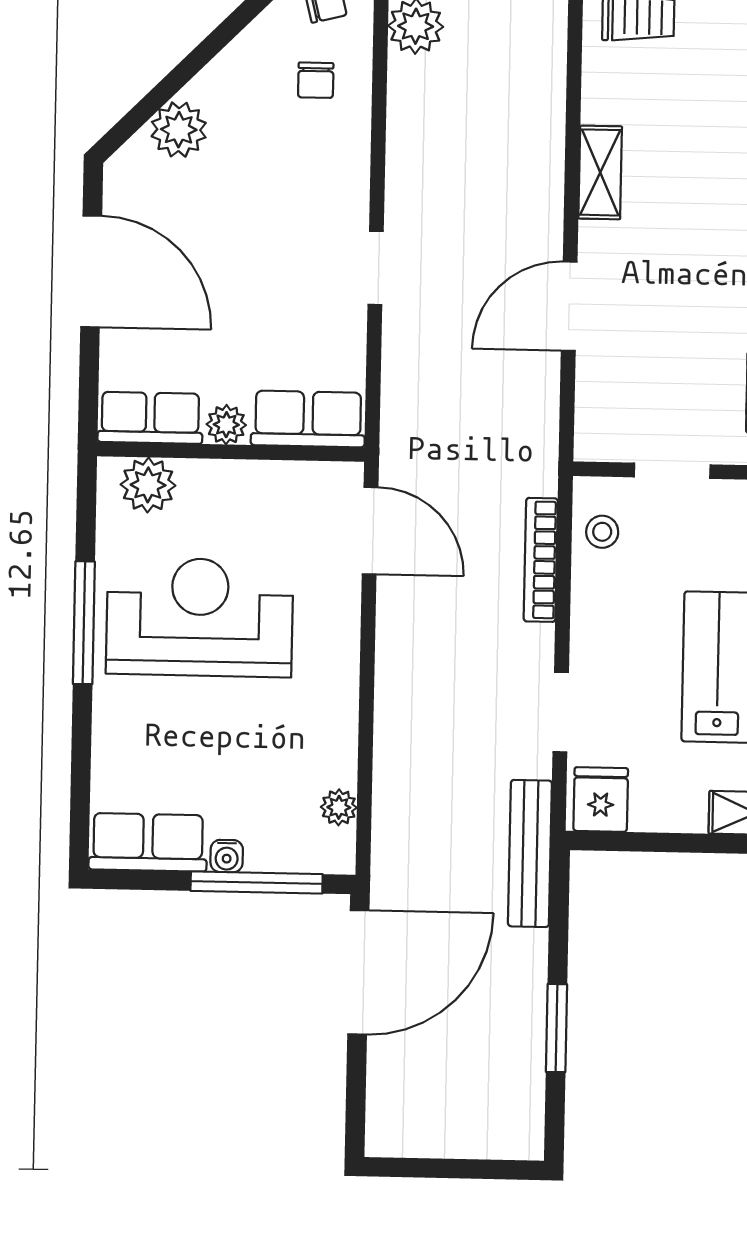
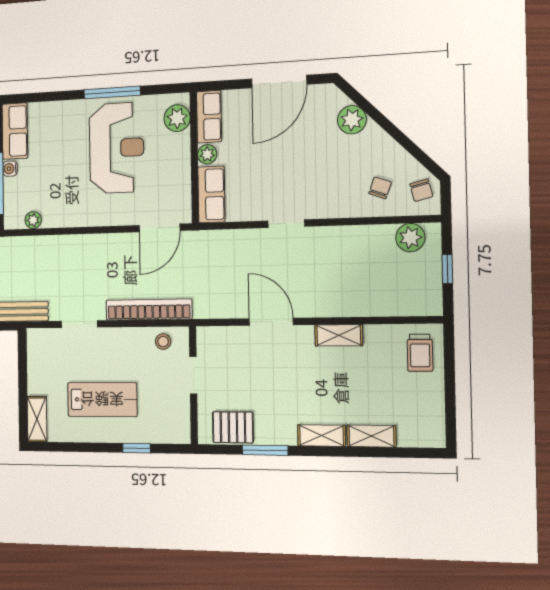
chair: (316, 80) -> (380, 188), turned 110
bookcase: (541, 560) -> (149, 309), width x1.48, depth x1.31
fridge: (601, 799) -> (41, 344), removed

